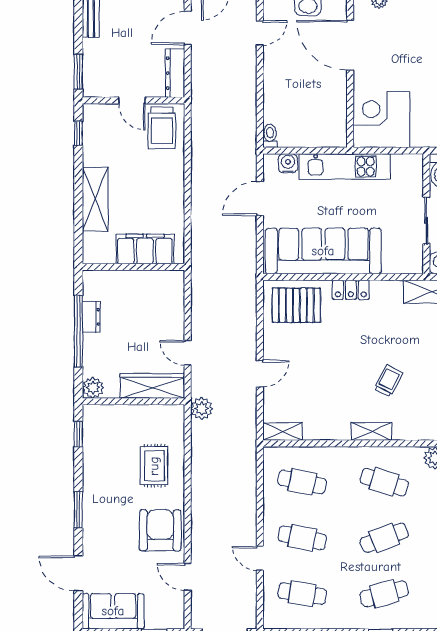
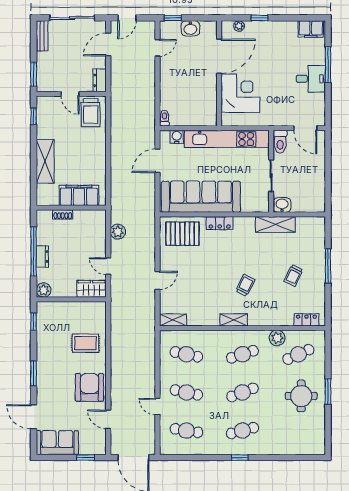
door: (350, 45) -> (219, 56), swing flipped
dresser: (175, 73) -> (100, 80), width x0.70
corner desk: (381, 119) -> (240, 93), moved, turned 90
kitchen unit: (345, 166) -> (227, 139), width x1.36
shoe rack: (121, 277) -> (63, 214), added
dresser: (91, 317) -> (42, 256), moved
wardrobe: (152, 386) -> (91, 289), width x0.67
plant: (202, 409) -> (118, 232), moved
rug: (154, 466) -> (85, 343), turned 90
cafe table: (384, 482) -> (242, 354), turned -36

